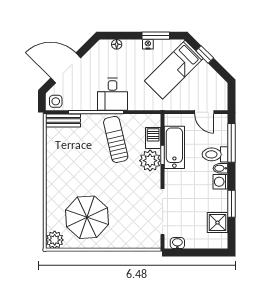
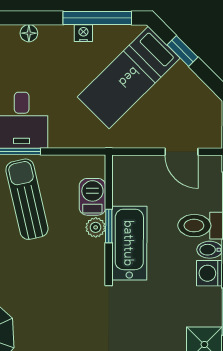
window: (156, 36) -> (97, 18), width x1.44
bathtub: (174, 147) -> (129, 243), moved
plant: (150, 161) -> (96, 227), width x0.53, depth x0.53

